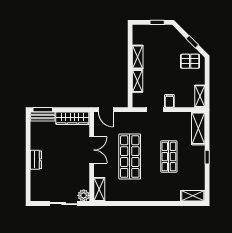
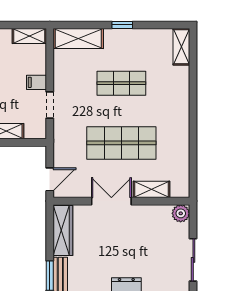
shelving: (99, 189) -> (152, 189), moved
sliding door: (64, 204) -> (193, 260), moved

